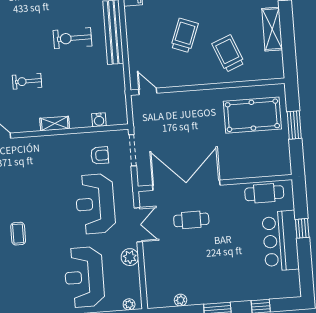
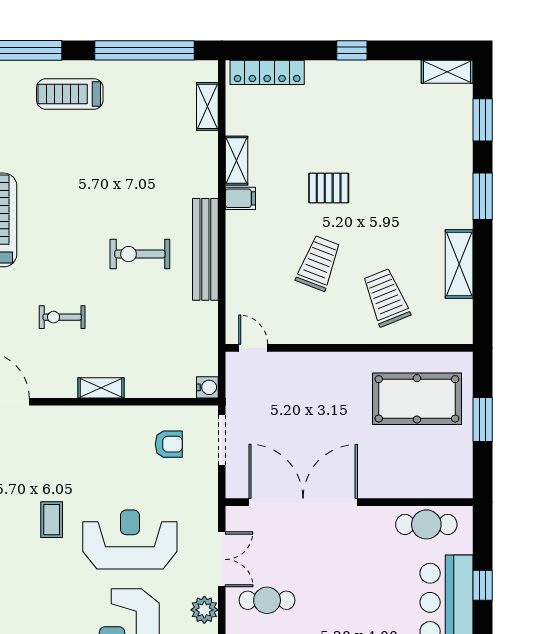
water cooler: (99, 120) -> (207, 387), moved, turned -90
reception desk: (95, 204) -> (130, 539), moved, turned 90
cafe table: (191, 220) -> (267, 600), moved
coffee table: (18, 234) -> (52, 520), moved

